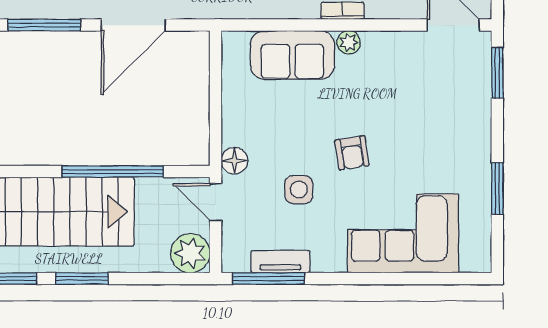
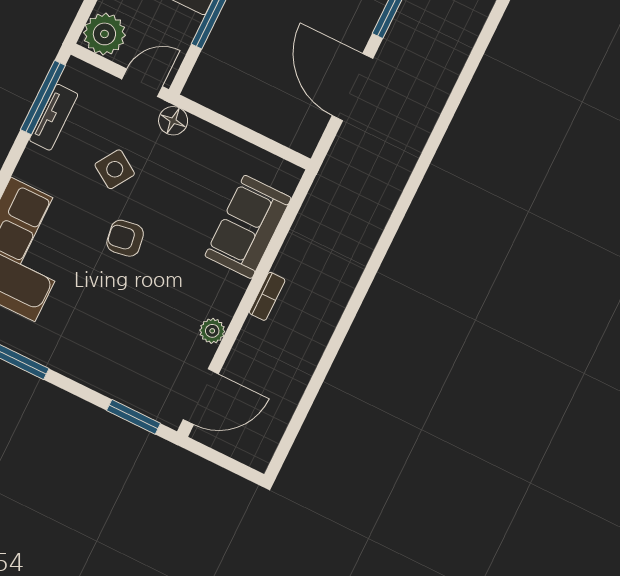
plant: (349, 42) -> (212, 331), moved
side table: (299, 190) -> (115, 169), turned 33

